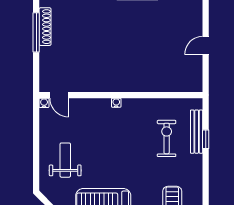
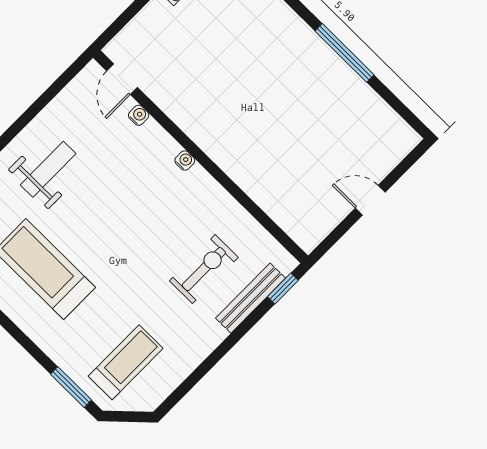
water cooler: (44, 103) -> (139, 115), moved
window: (206, 139) -> (283, 288), moved

